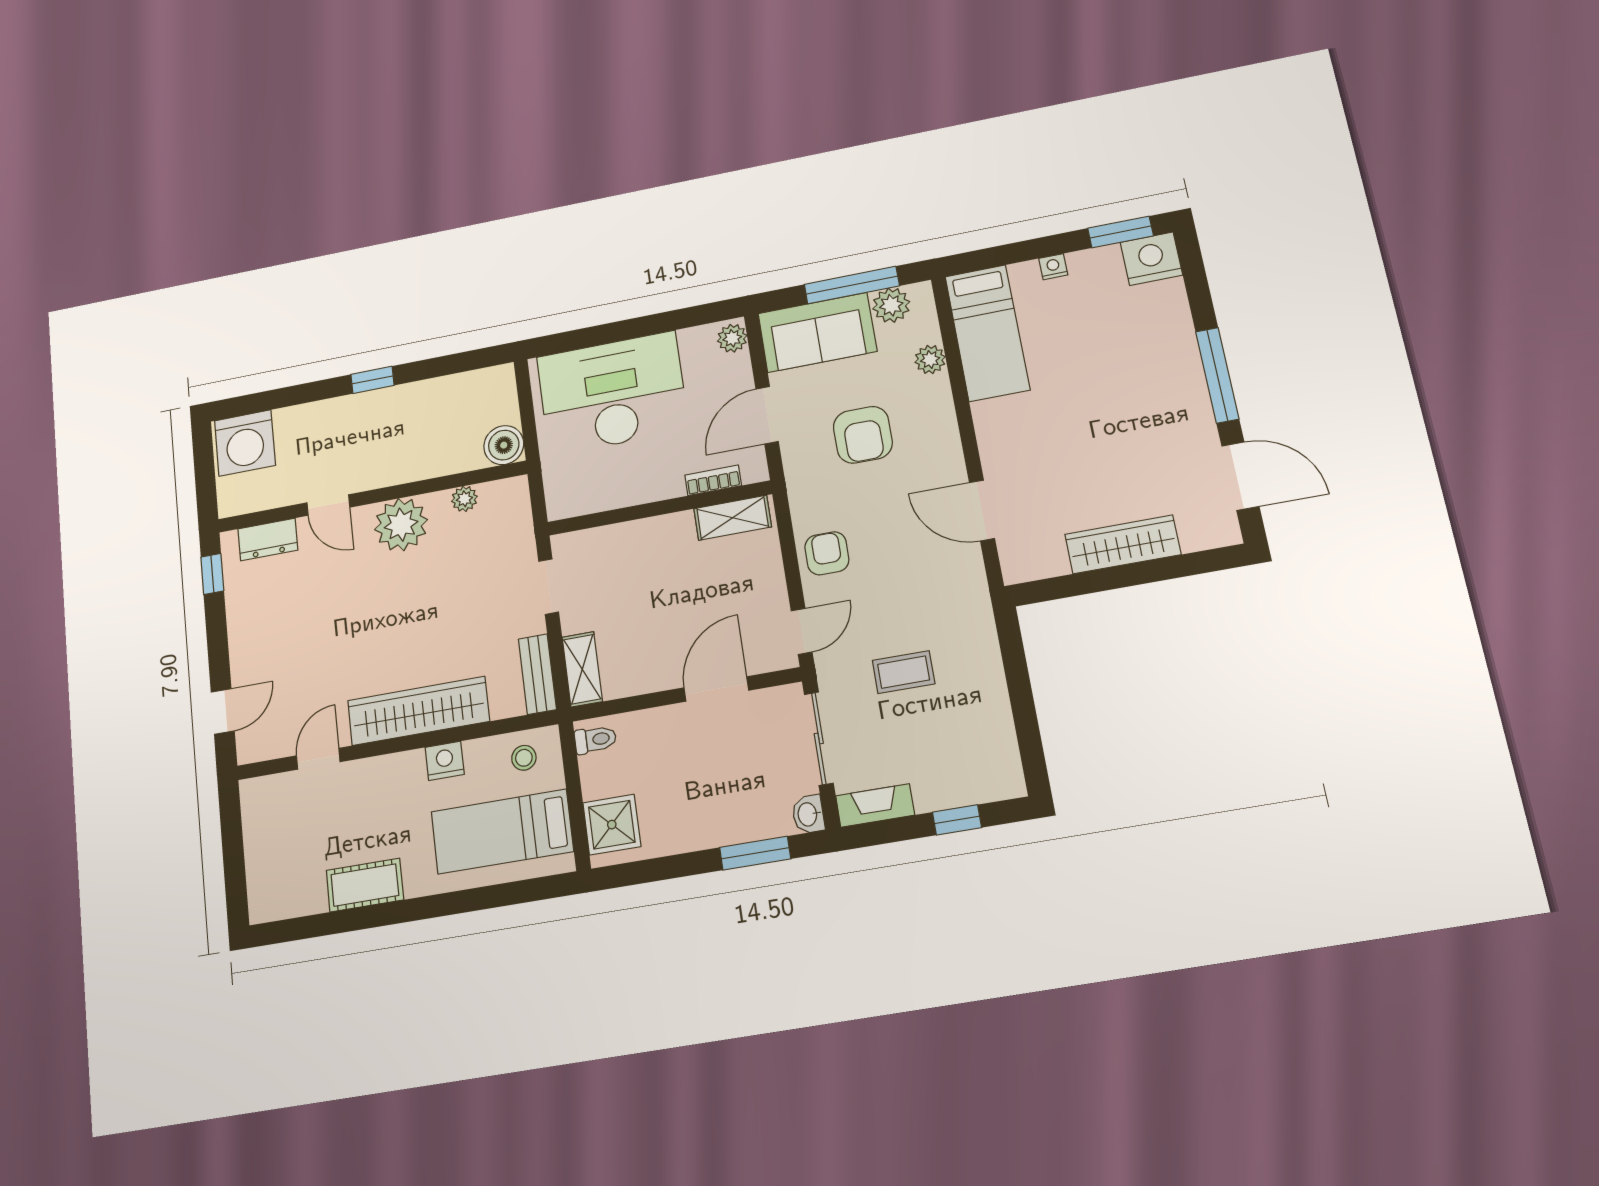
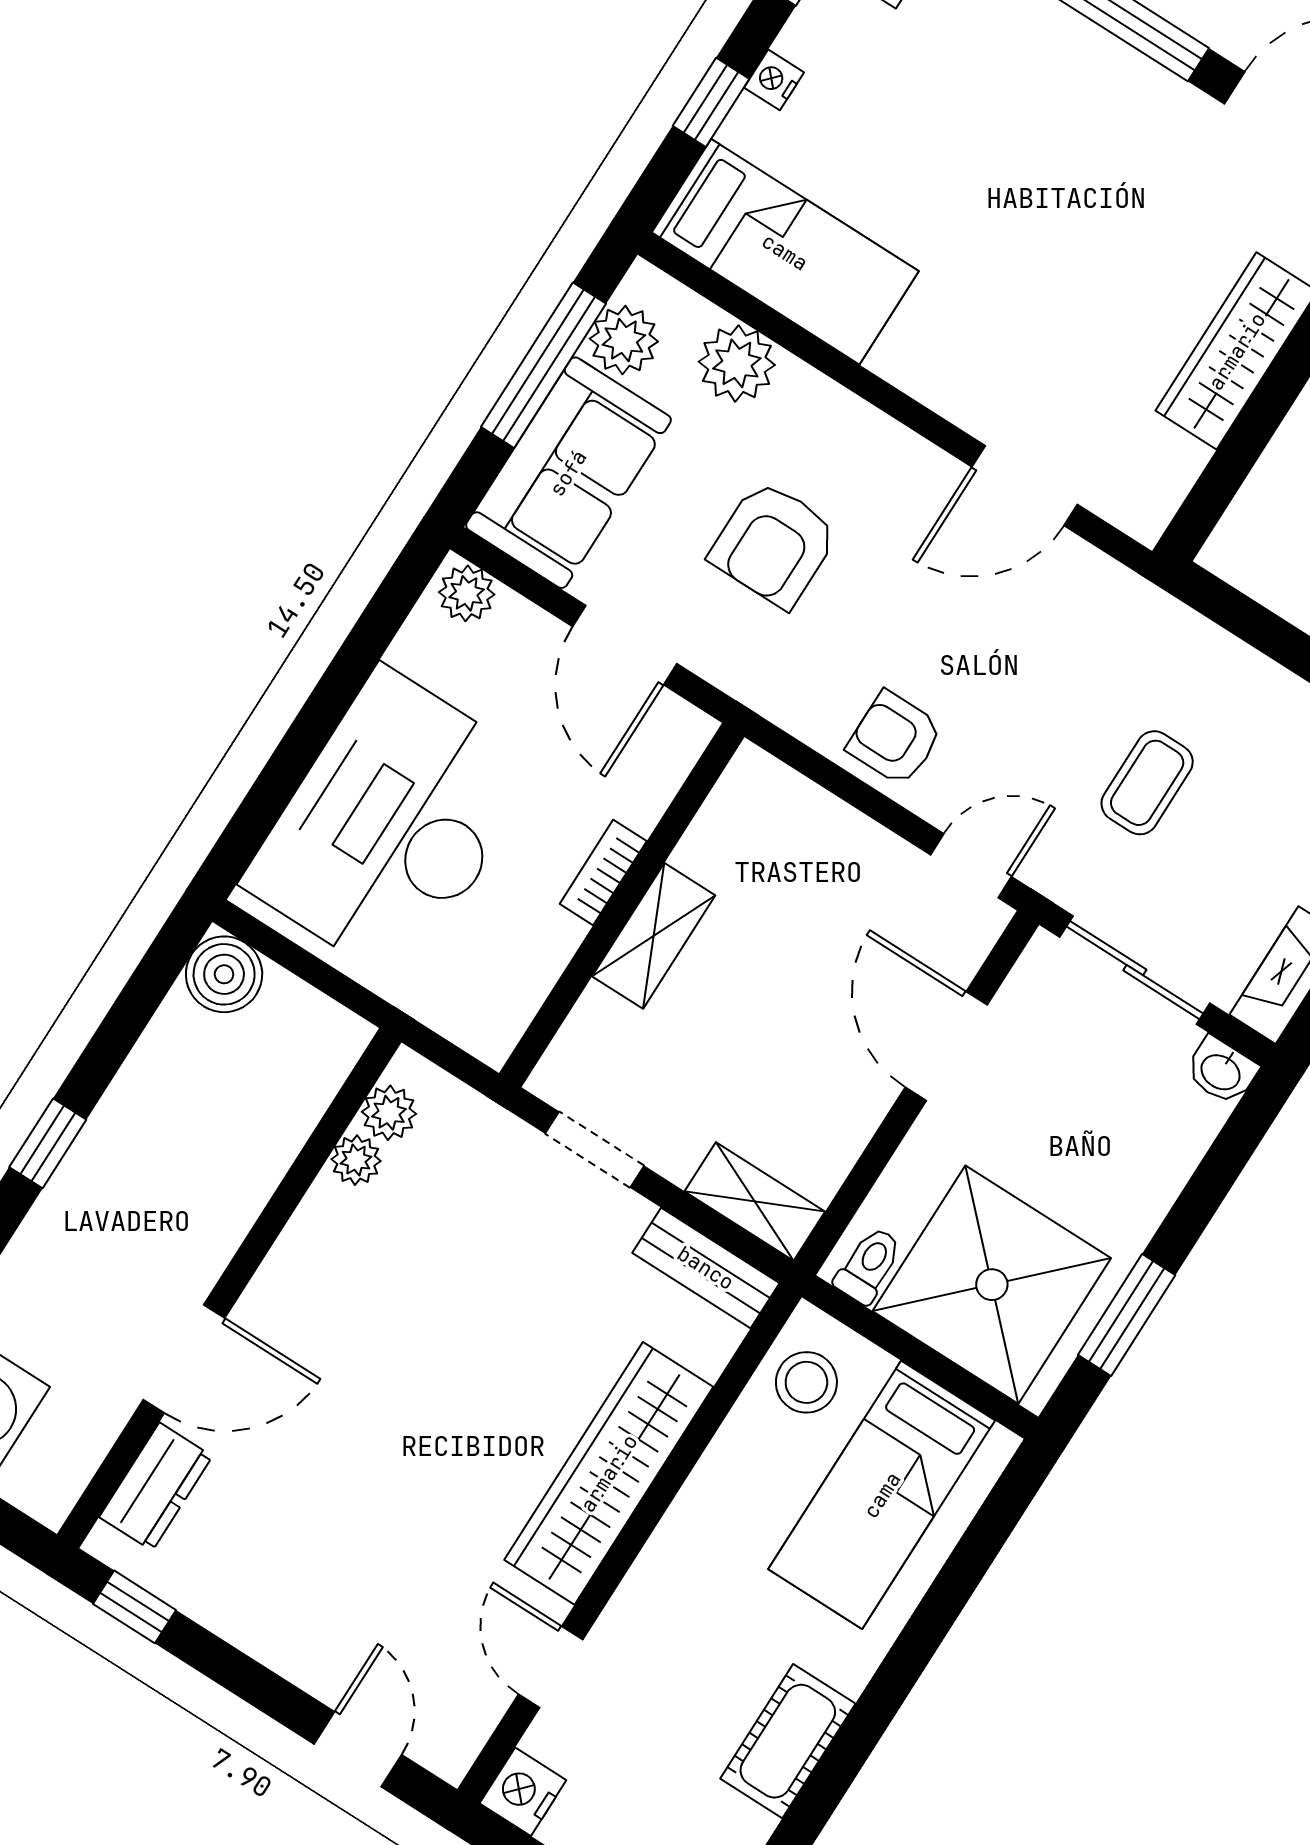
window: (1020, 252) -> (711, 102), added
plant: (930, 359) -> (737, 363), width x1.38, depth x1.38
armchair: (863, 435) -> (774, 544), turned 90
boiler: (504, 445) -> (224, 974), moved
bookcase: (713, 480) -> (603, 872), moved
door: (328, 505) -> (184, 1359), width x1.37
shelving: (733, 518) -> (654, 936), moved
plant: (401, 525) -> (389, 1113), moved, width x0.53, depth x0.53
door: (802, 631) -> (971, 866), hinge flipped
stool: (524, 758) -> (806, 1382), width x1.37, depth x1.37
nightstand: (445, 761) -> (523, 1792), moved
shower: (612, 825) -> (992, 1285), width x1.86, depth x1.86
window: (755, 853) -> (1127, 1315), moved

